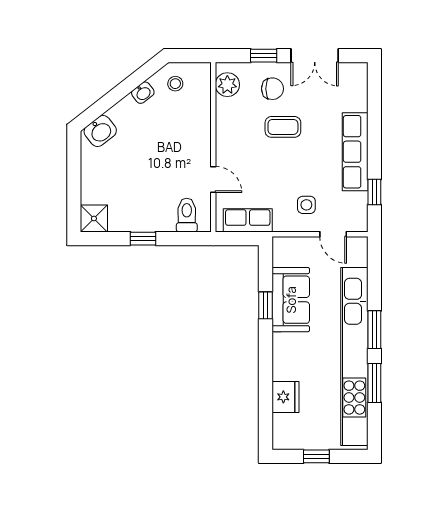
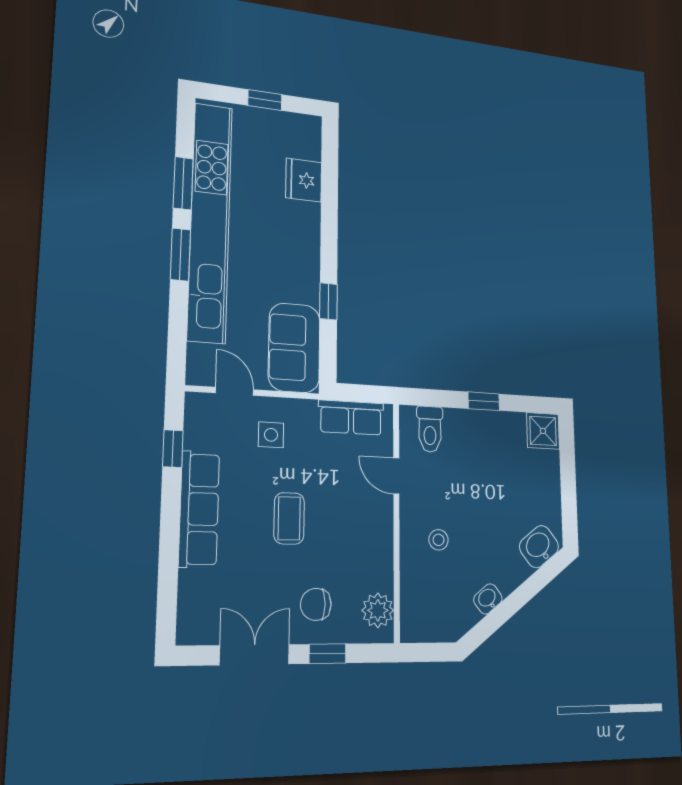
stool: (175, 84) -> (439, 540), moved
coffee table: (283, 127) -> (289, 518), moved, turned 90
sofa: (291, 300) -> (294, 348), moved

